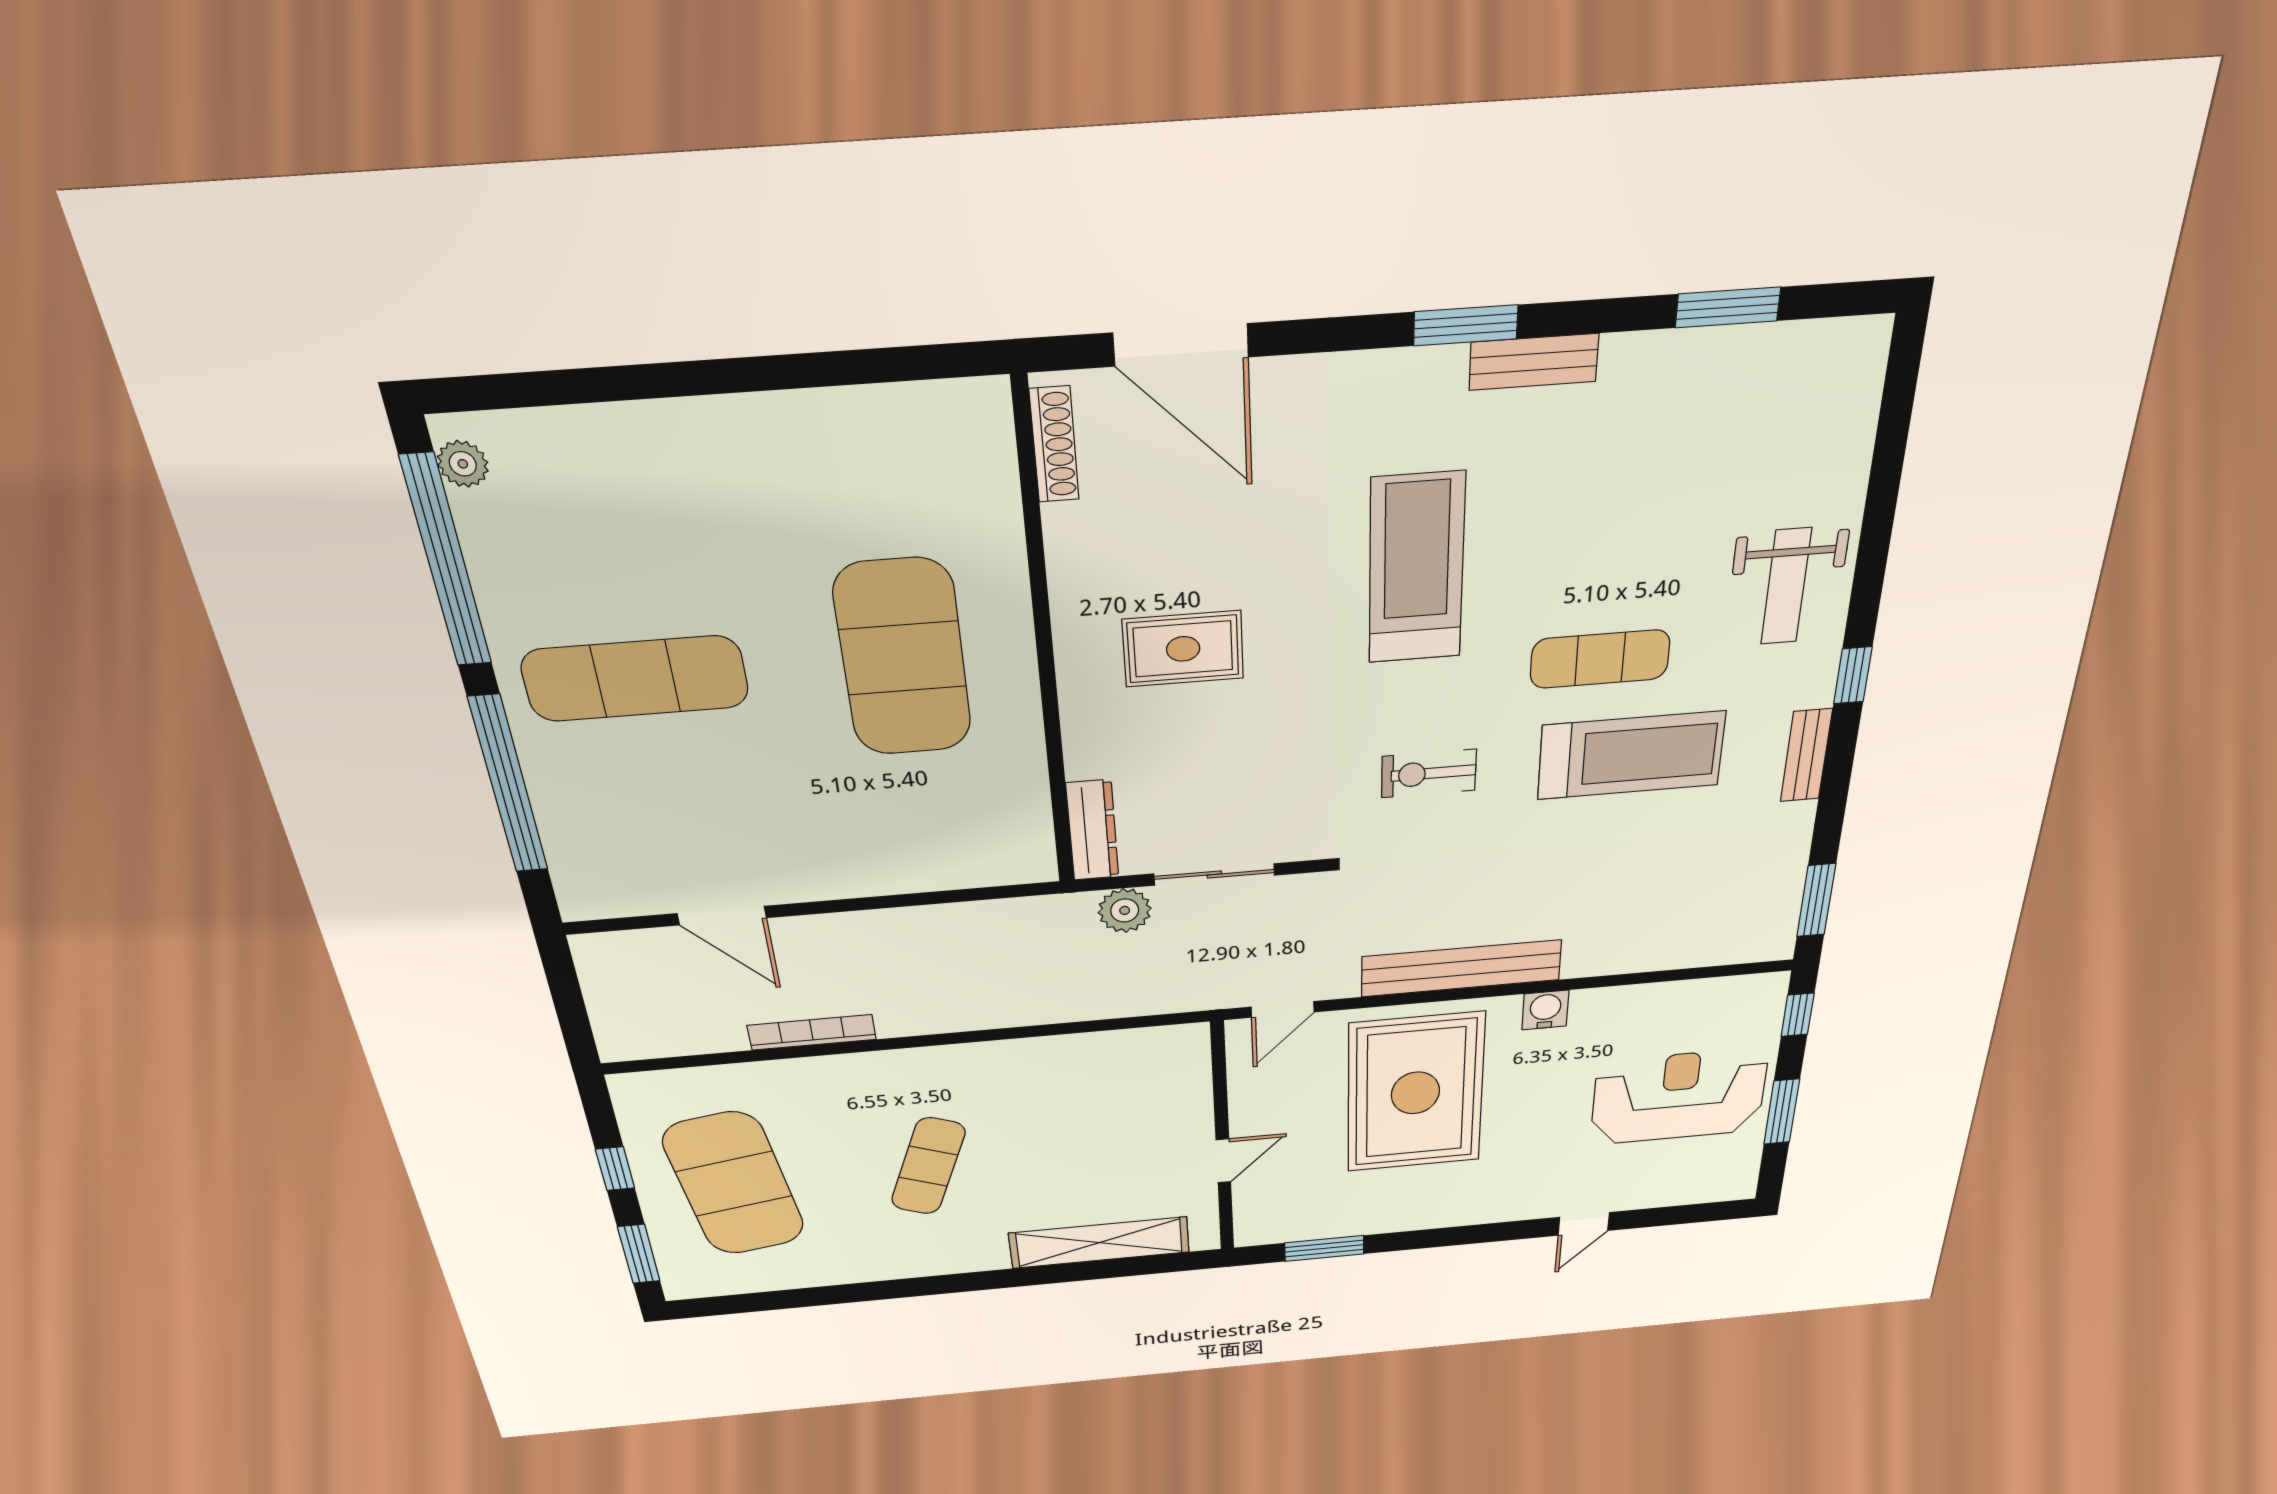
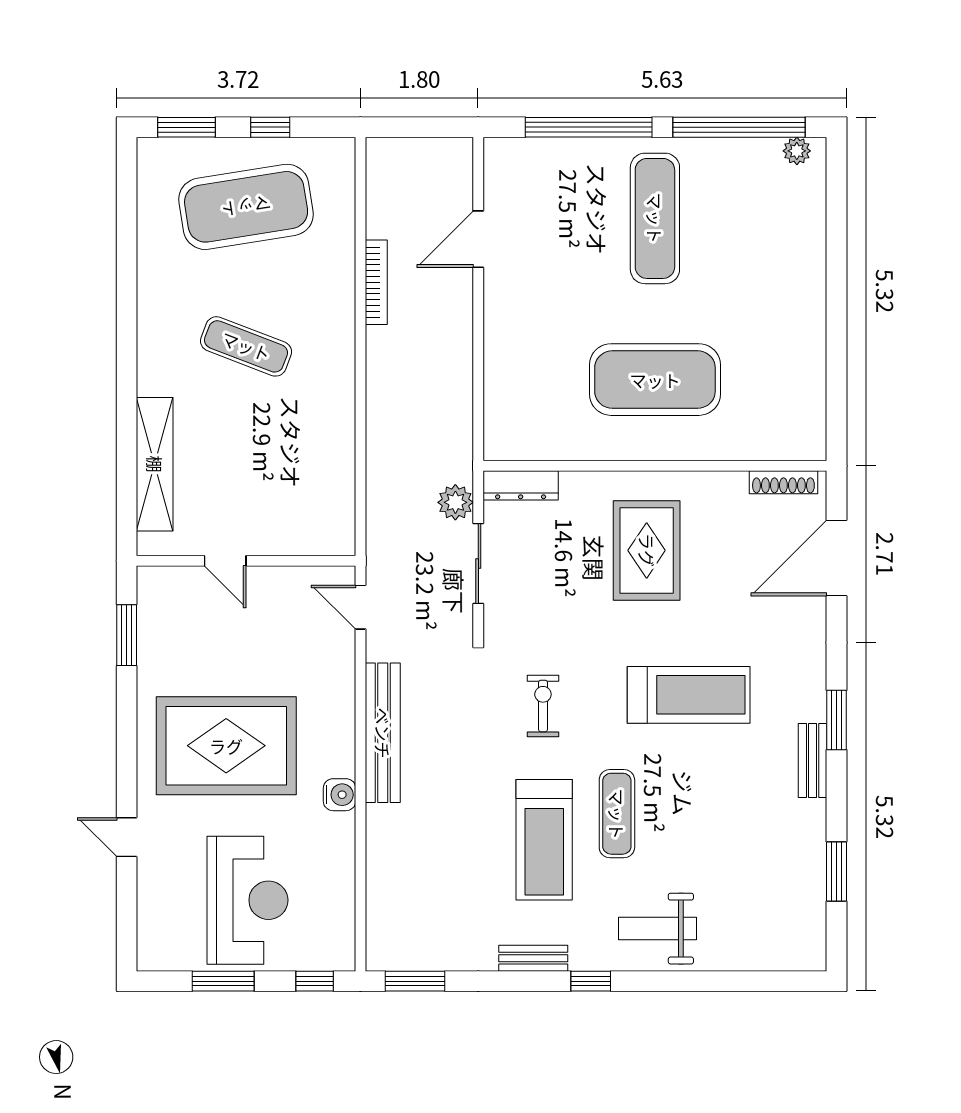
rug: (1183, 649) -> (647, 550), width x1.36, depth x1.43
rug: (1415, 1093) -> (226, 746), moved

